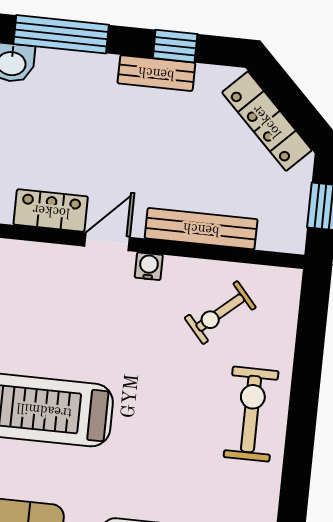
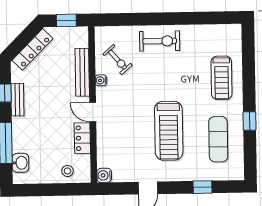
water cooler: (149, 266) -> (101, 80), moved
exercise bike: (251, 414) -> (160, 41), turned 180

